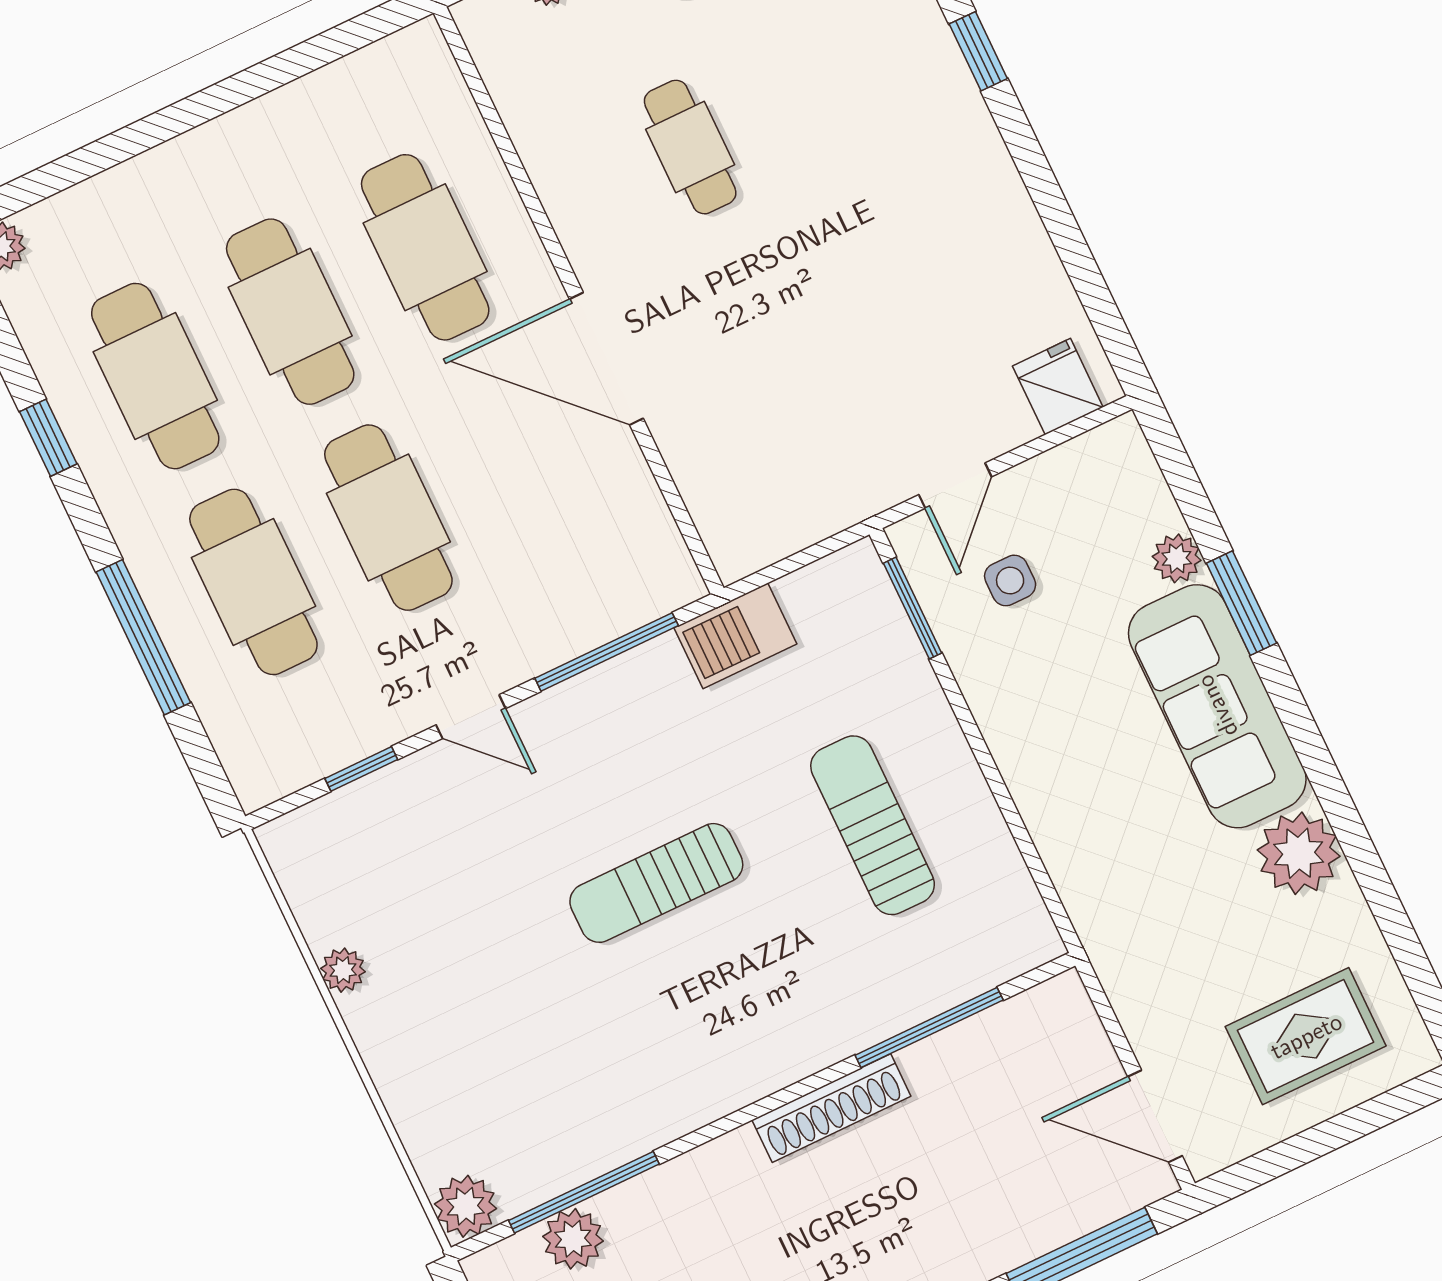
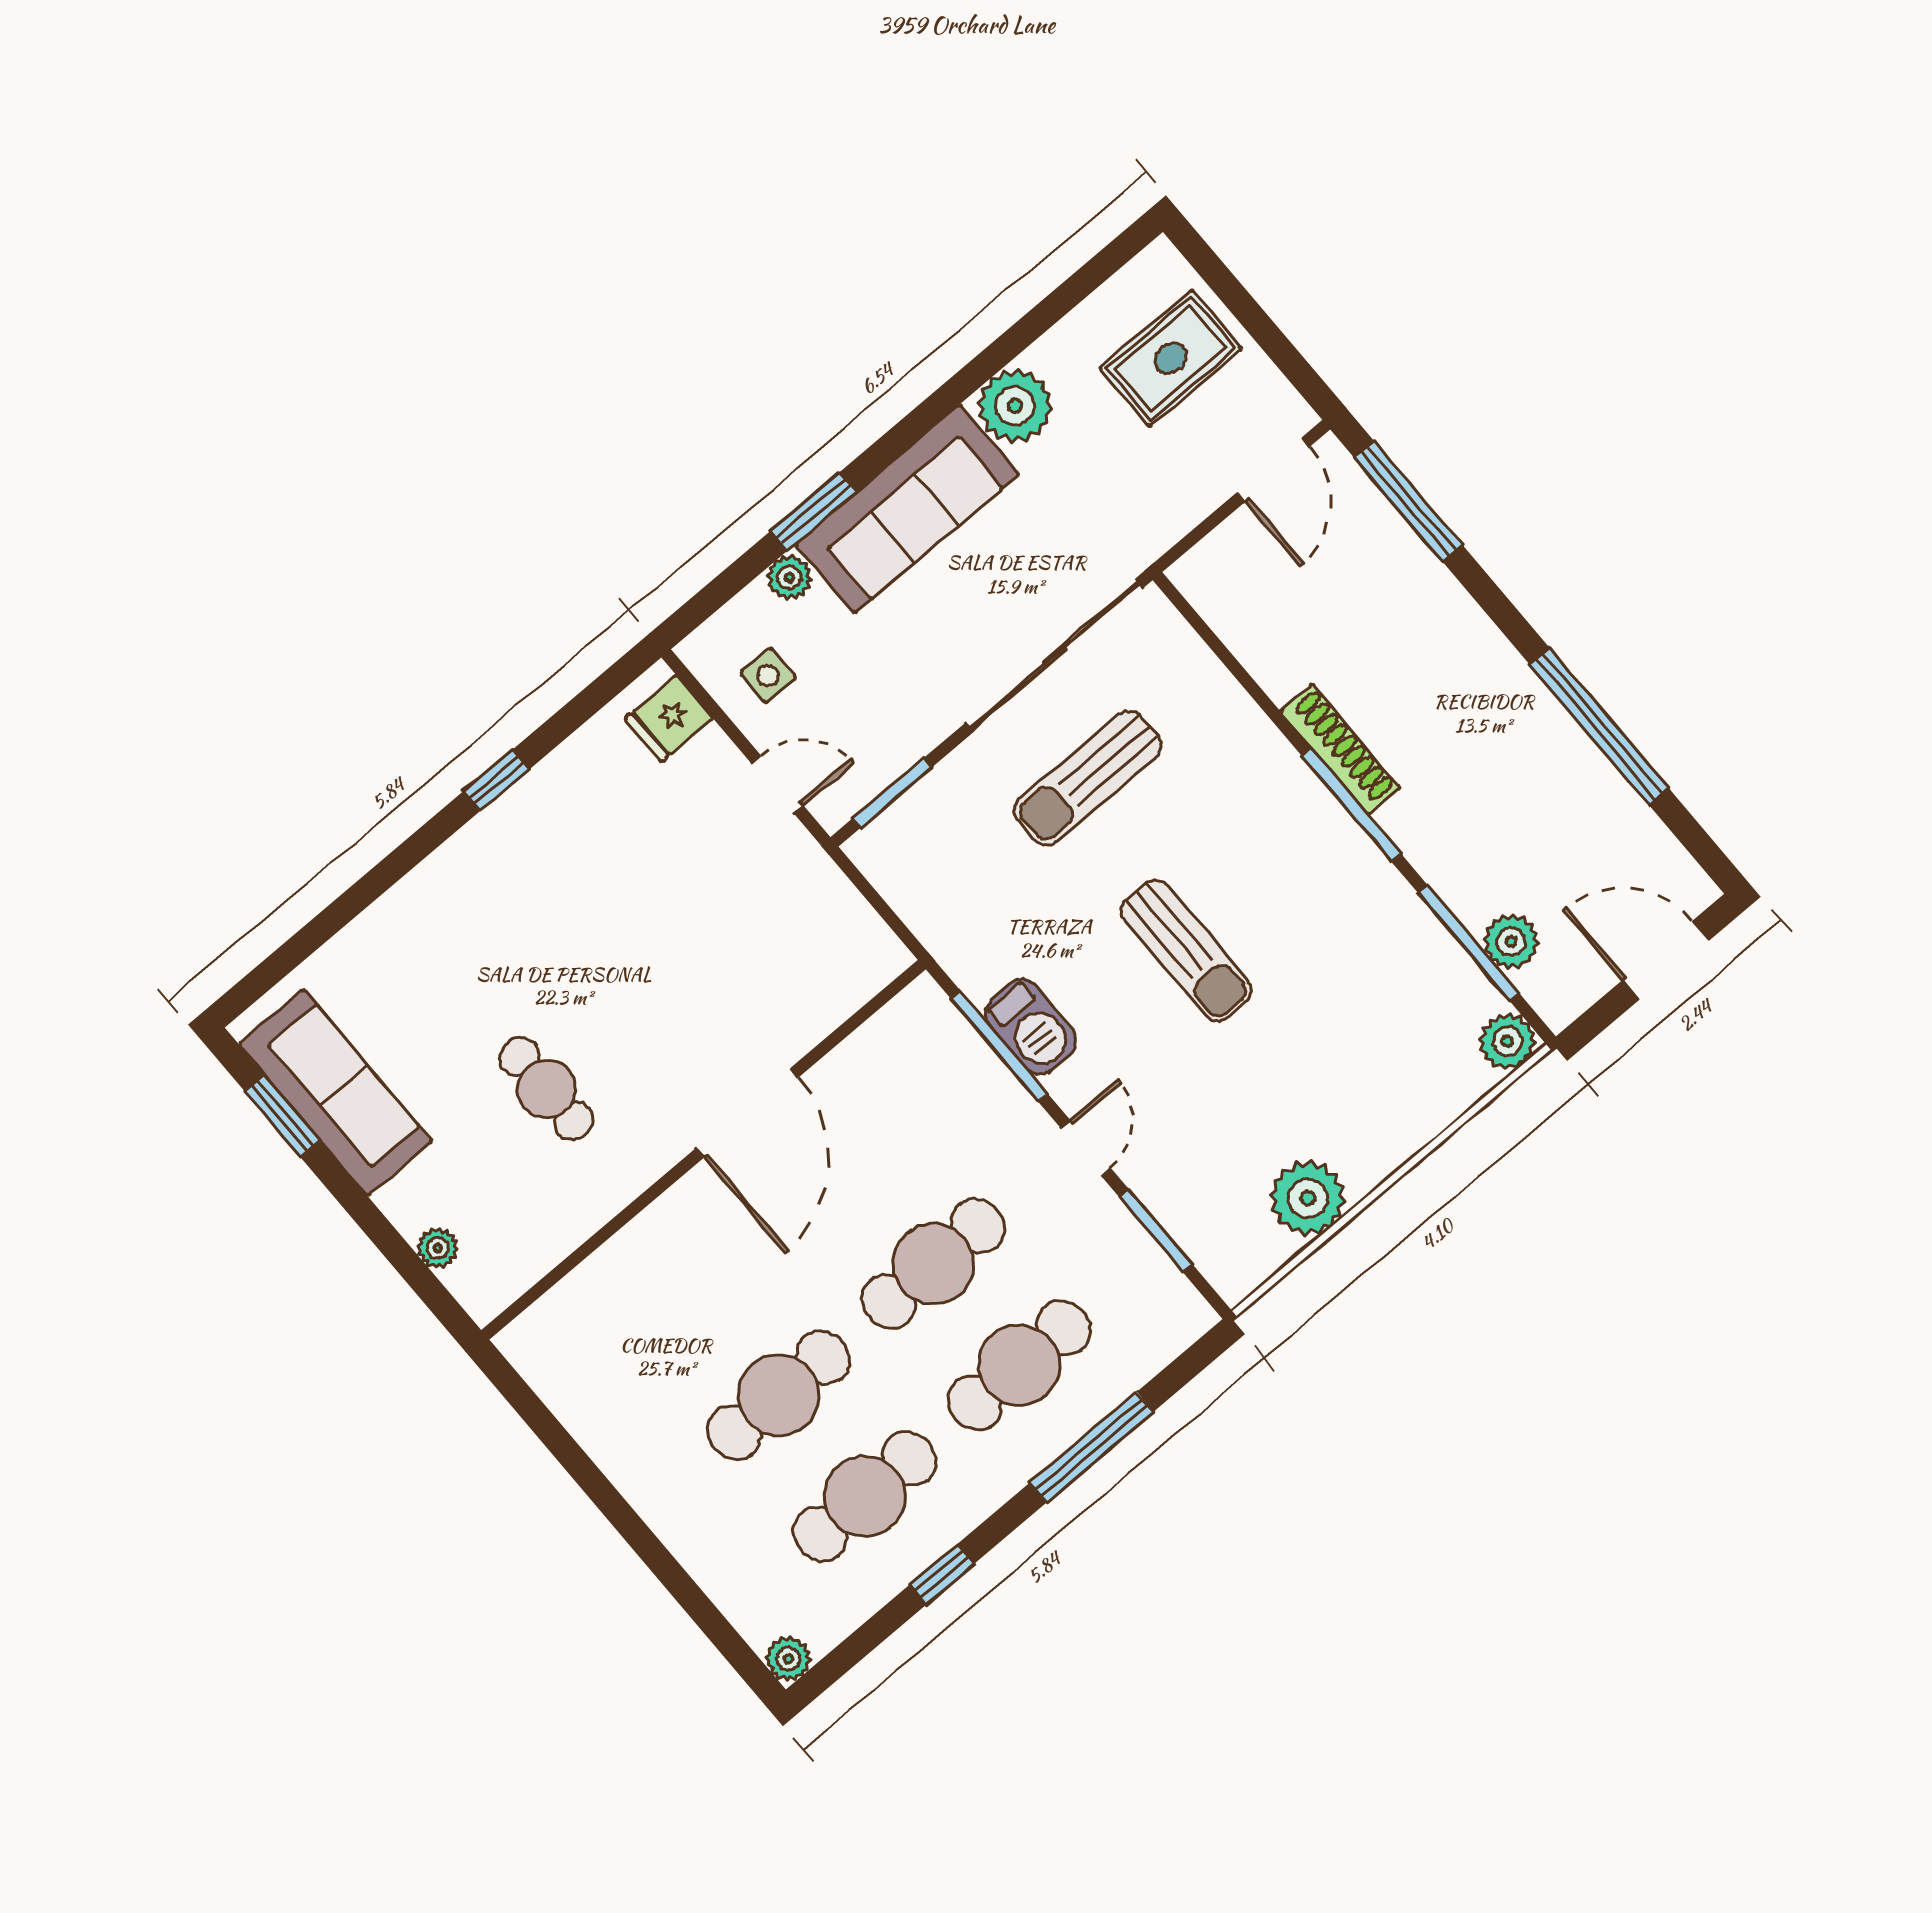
window: (978, 51) -> (496, 780), moved
cafe table: (690, 147) -> (546, 1089), turned 90
cafe table: (425, 247) -> (693, 1294), removed
side table: (1010, 580) -> (768, 676), moved
barbecue: (735, 636) -> (1031, 1027), moved
window: (361, 769) -> (1155, 1230), width x1.50
sliding door: (1016, 824) -> (1054, 655), added
plant: (343, 970) -> (1308, 1198), width x1.87, depth x1.87
window: (929, 1028) -> (1352, 805), moved
rug: (1306, 1036) -> (1171, 358), turned 90

